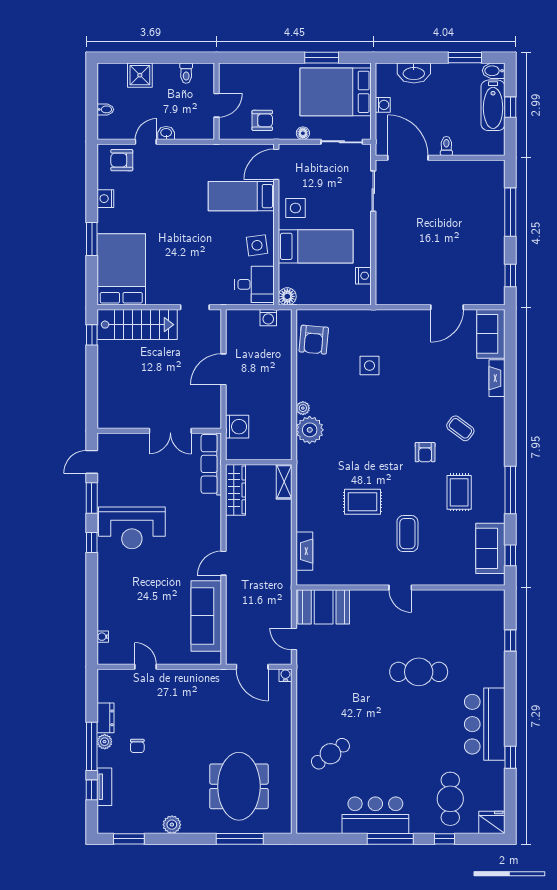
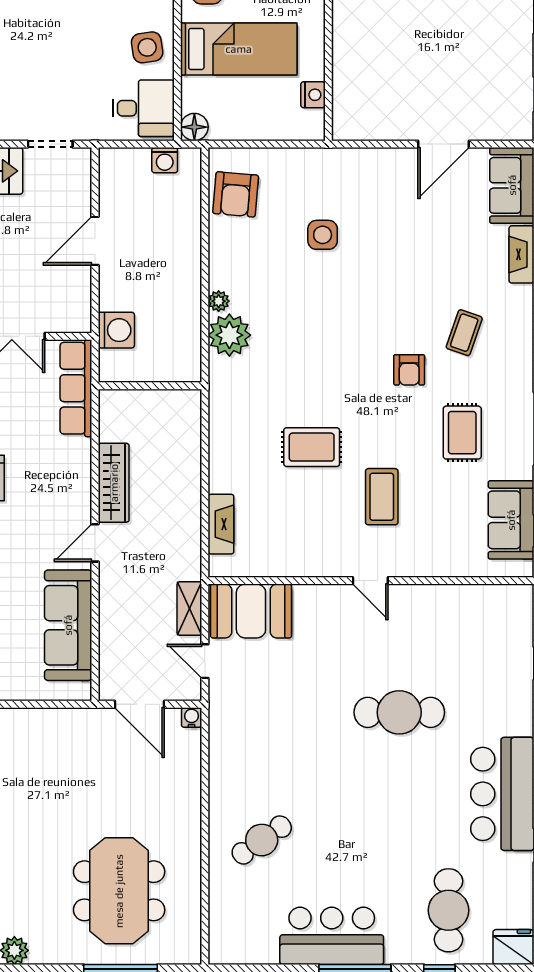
coffee table: (460, 428) -> (464, 333), turned 72
shelving: (284, 482) -> (189, 609), moved
wardrobe: (235, 490) -> (114, 483), moved

